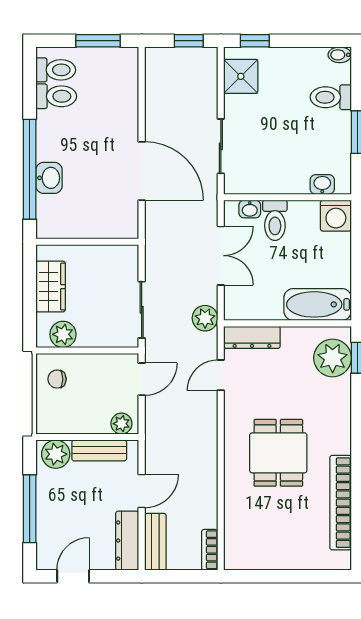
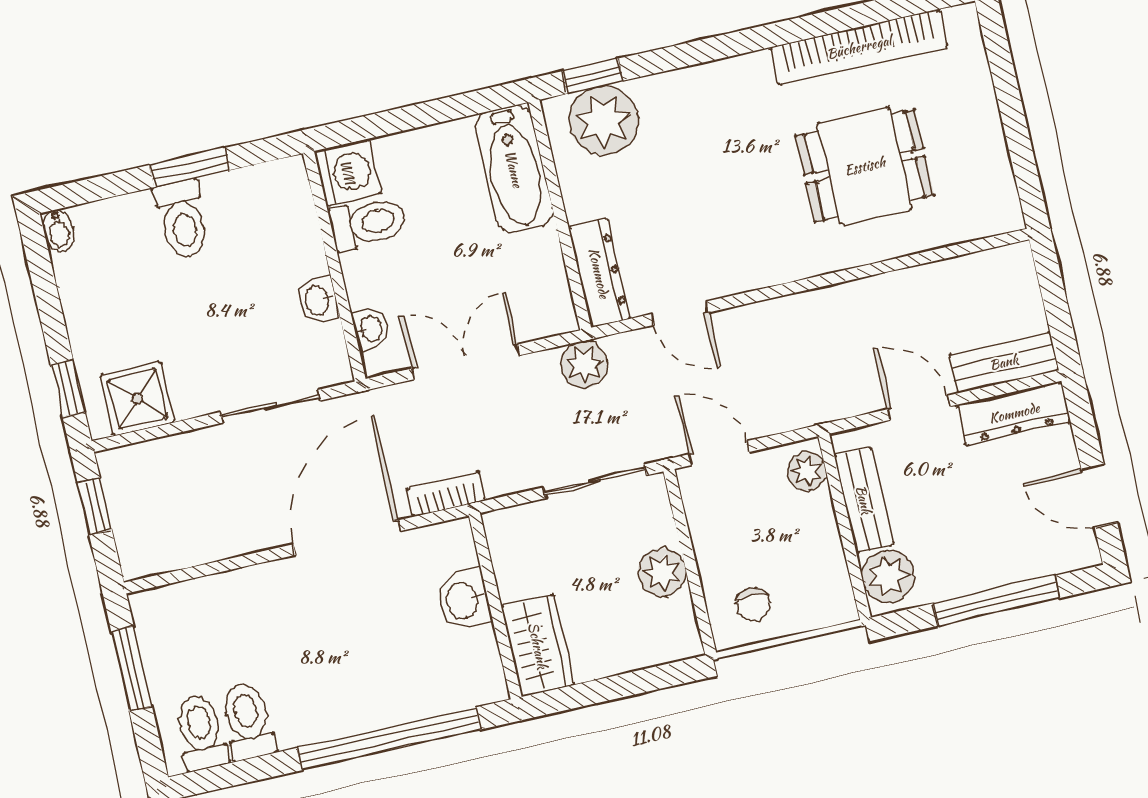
toilet: (331, 97) -> (182, 219), moved
washbasin: (49, 178) -> (464, 600), moved, turned -90
washbasin: (322, 184) -> (318, 300), moved
toilet: (275, 220) -> (368, 223), moved
wardrobe: (51, 287) -> (538, 646), moved, turned 90
plant: (63, 334) -> (662, 572), moved
dining table: (278, 453) -> (865, 166), moved
bookcase: (210, 550) -> (446, 494), moved, turned 180

